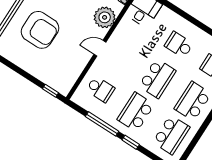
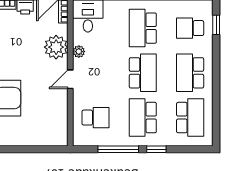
plant: (119, 32) -> (79, 52), added
school desk: (179, 45) -> (143, 28), width x1.85
window: (51, 91) -> (50, 149), removed

